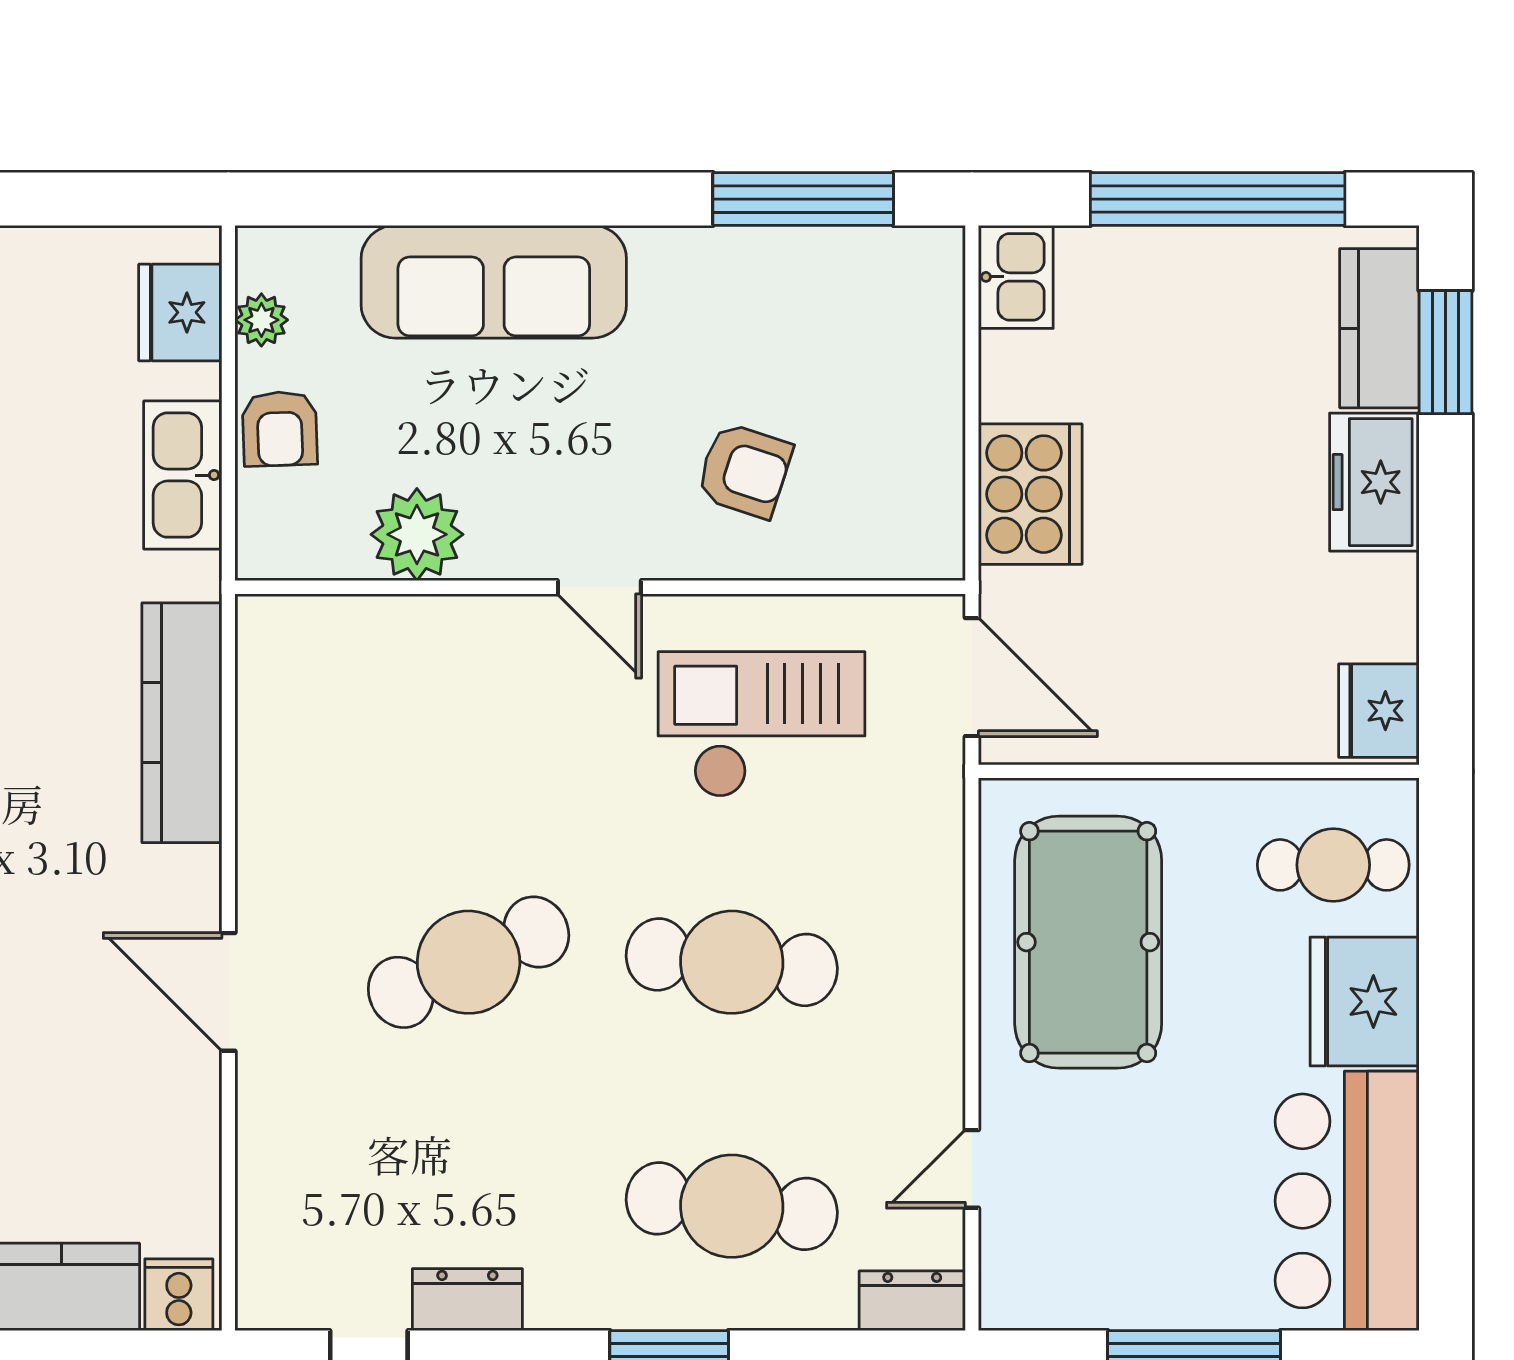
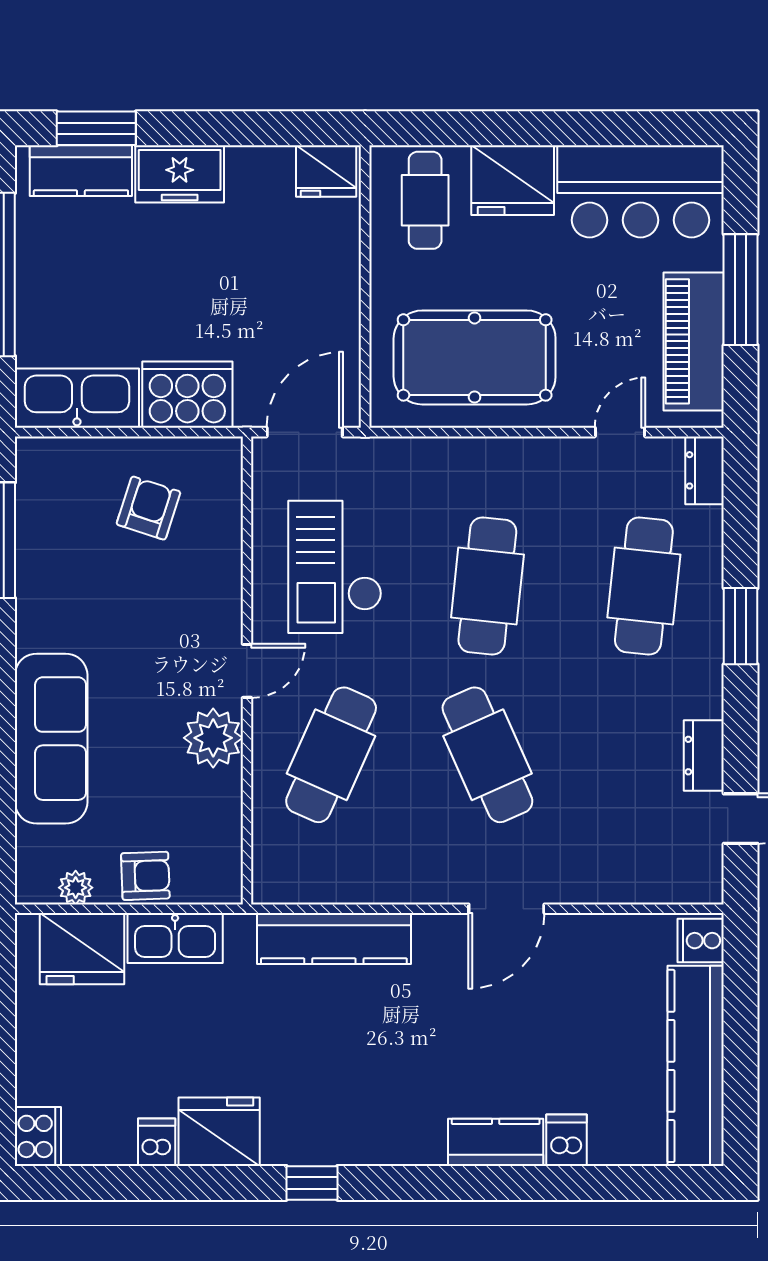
kitchen sink: (1016, 277) -> (77, 398), width x1.88, depth x1.24
fridge: (180, 312) -> (82, 949), width x1.36, depth x1.34
armchair: (744, 470) -> (148, 508), moved
plant: (417, 534) -> (213, 738), moved
cafe table: (469, 718) -> (331, 755), added
door: (972, 1169) -> (620, 432), swing flipped
piano: (1113, 1284) -> (694, 341), added

